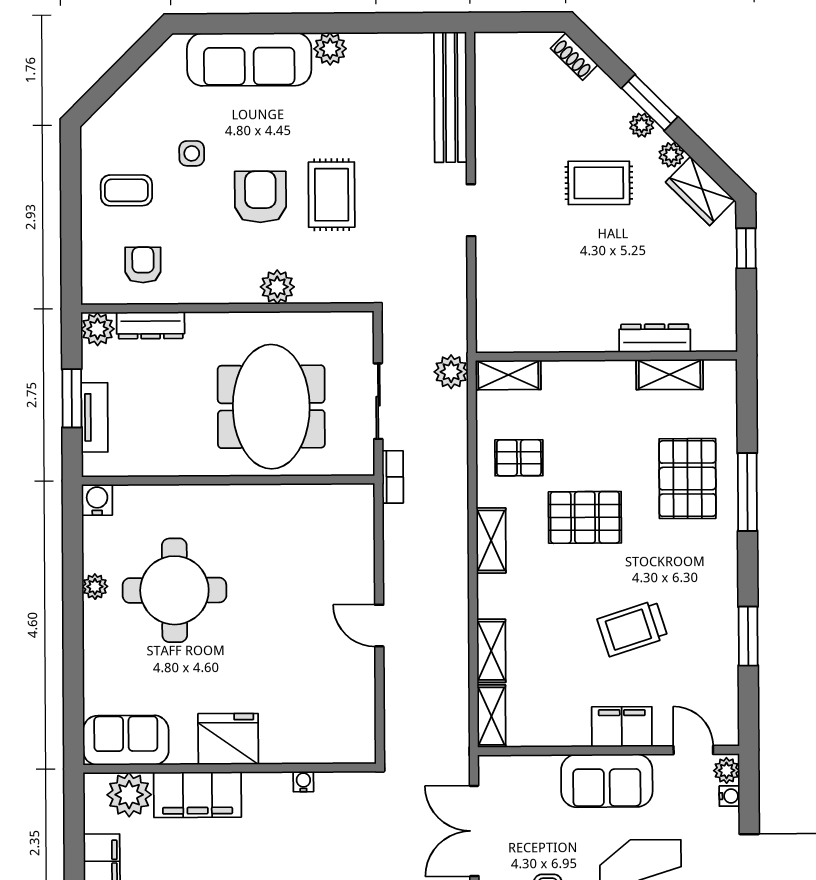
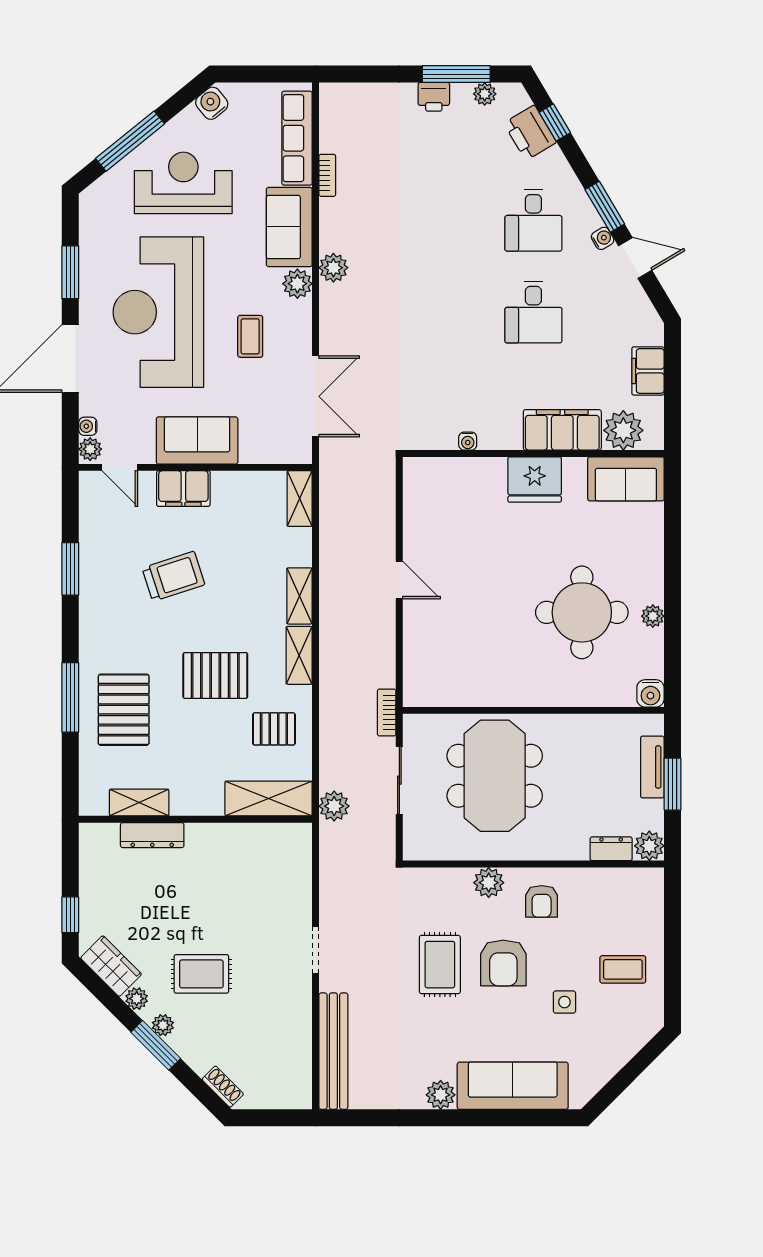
armchair: (143, 265) -> (542, 901), moved
dresser: (151, 325) -> (611, 849), width x0.70
shelving: (508, 375) -> (269, 799), width x1.50, depth x1.33
shelving: (491, 651) -> (300, 596), moved

